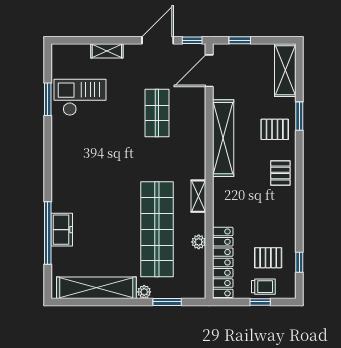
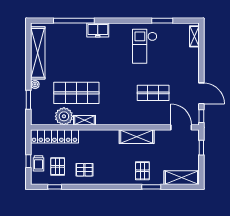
shelving: (107, 51) -> (194, 36), moved
checkout: (80, 97) -> (145, 46), moved, turned 180
shelving: (223, 138) -> (137, 137), width x0.68
pallet: (280, 173) -> (84, 170), moved
shelving: (198, 196) -> (84, 120), moved
shop shelf: (157, 229) -> (76, 93), width x0.71
freezer: (62, 230) -> (98, 30), moved
plant: (199, 242) -> (64, 116), width x1.87, depth x1.87

